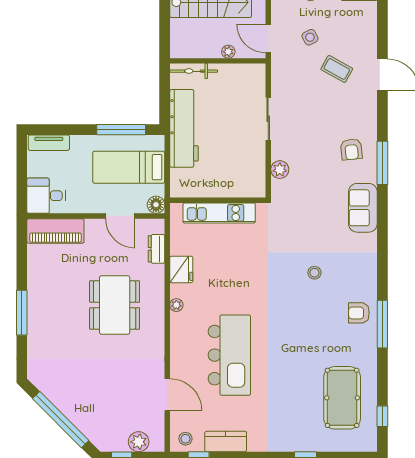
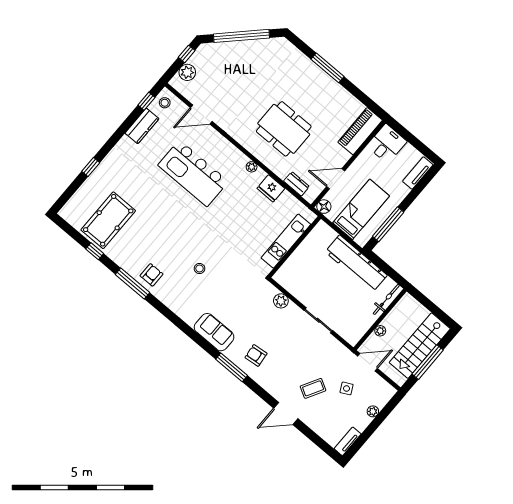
pool table: (342, 398) -> (108, 220), turned 90
window: (382, 416) -> (95, 251), moved

